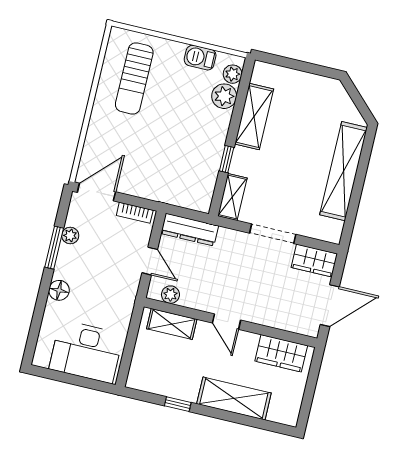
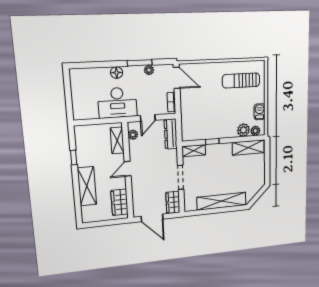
shelving: (254, 117) -> (248, 148), moved
desk: (86, 352) -> (117, 103), moved, turned -90

